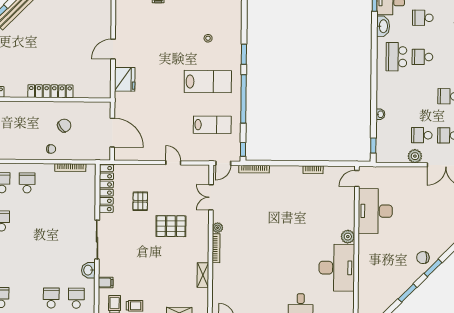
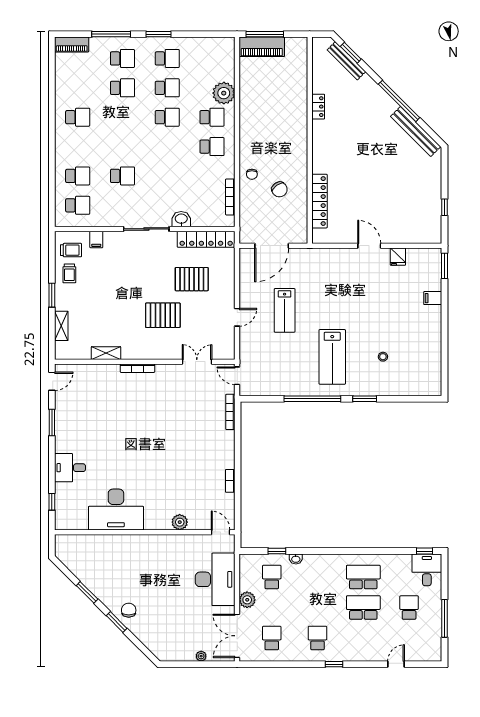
washbasin: (383, 26) -> (399, 561), removed
school desk: (422, 57) -> (363, 608), width x1.85
fridge: (125, 79) -> (398, 257), moved, width x0.53, depth x0.75
locker: (50, 91) -> (319, 201), moved
lab bench: (212, 125) -> (285, 310), moved
school desk: (422, 135) -> (272, 577), moved
window: (373, 146) -> (277, 551), moved
window: (243, 149) -> (253, 399), removed
pallet: (140, 201) -> (192, 279), width x1.50, depth x1.42
desk: (375, 211) -> (215, 579), moved, turned 90
pallet: (171, 226) -> (163, 315), turned 90
plant: (218, 228) -> (162, 370), removed
plant: (348, 237) -> (180, 522), moved
school desk: (52, 260) -> (122, 176), added
washbasin: (88, 270) -> (181, 219), moved

